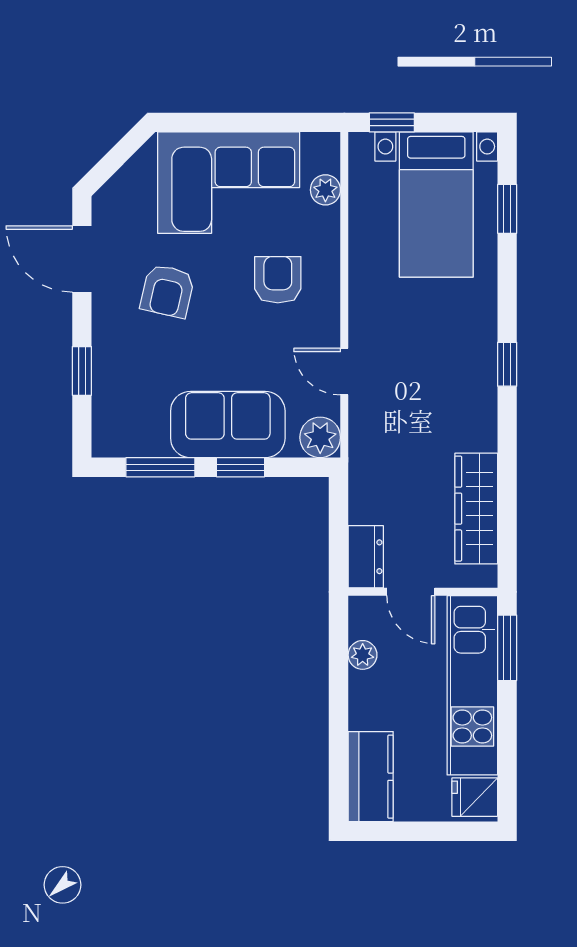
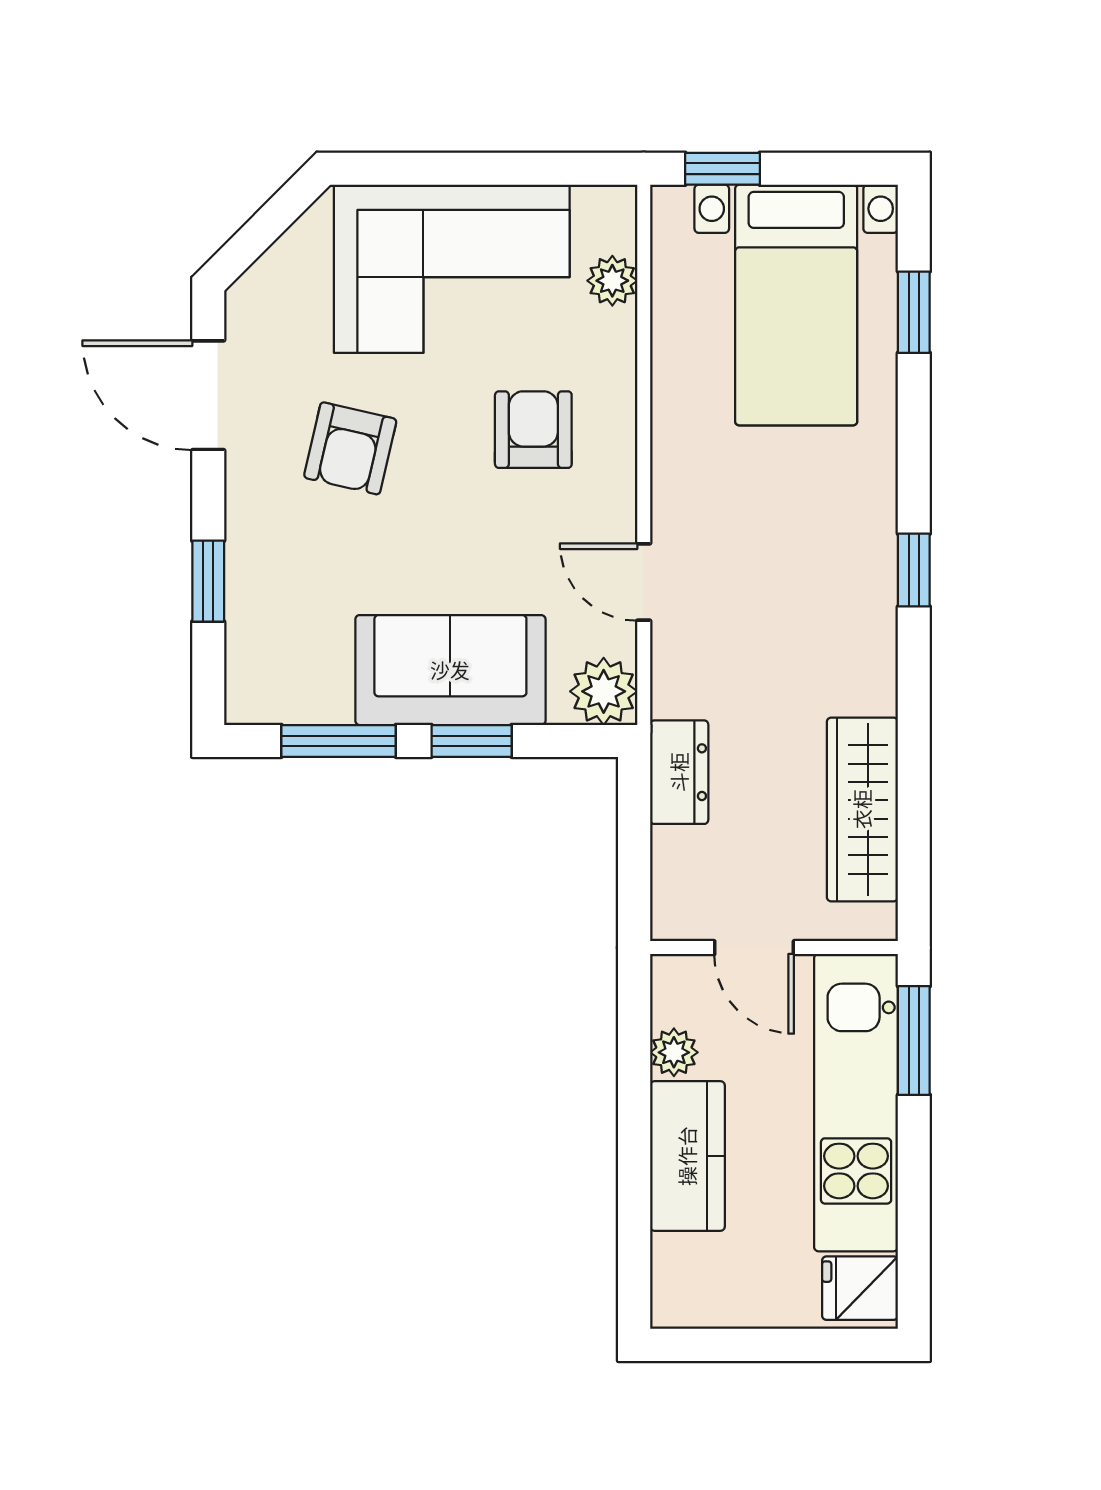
dresser: (366, 557) -> (679, 772), moved
kitchen counter: (371, 777) -> (687, 1156), moved

